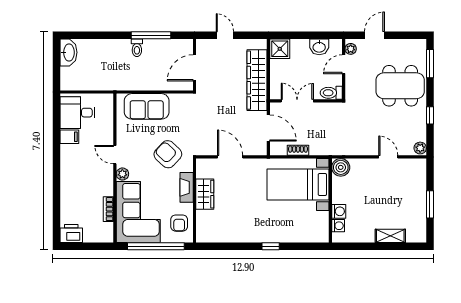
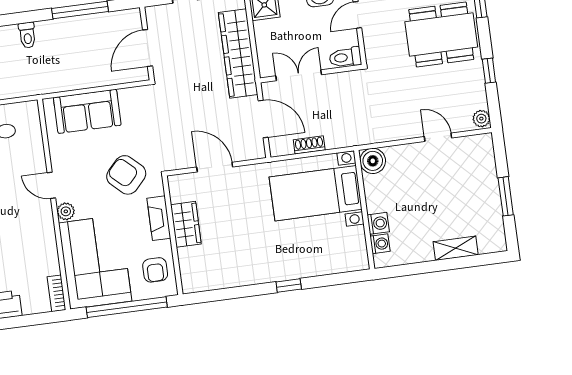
toilet: (137, 48) -> (27, 35), moved
bookcase: (108, 209) -> (56, 293), moved

